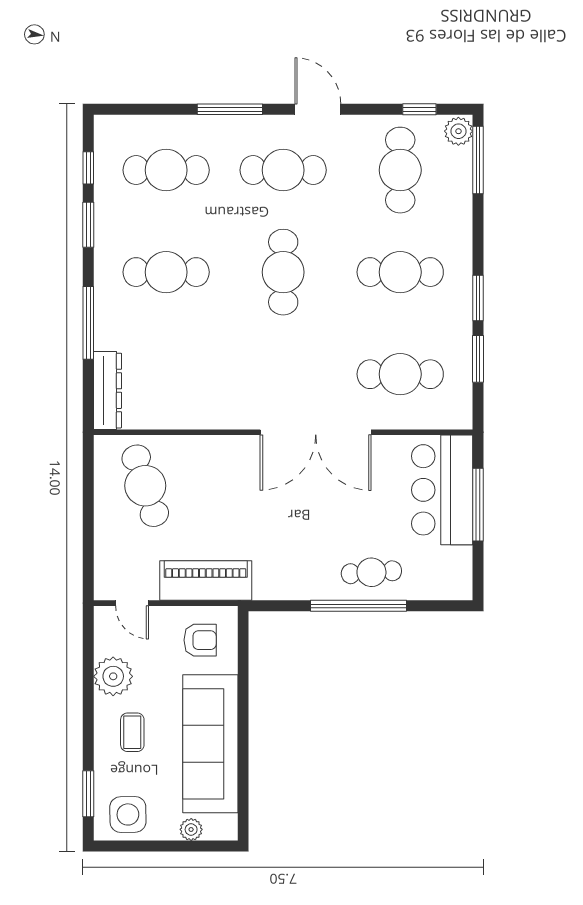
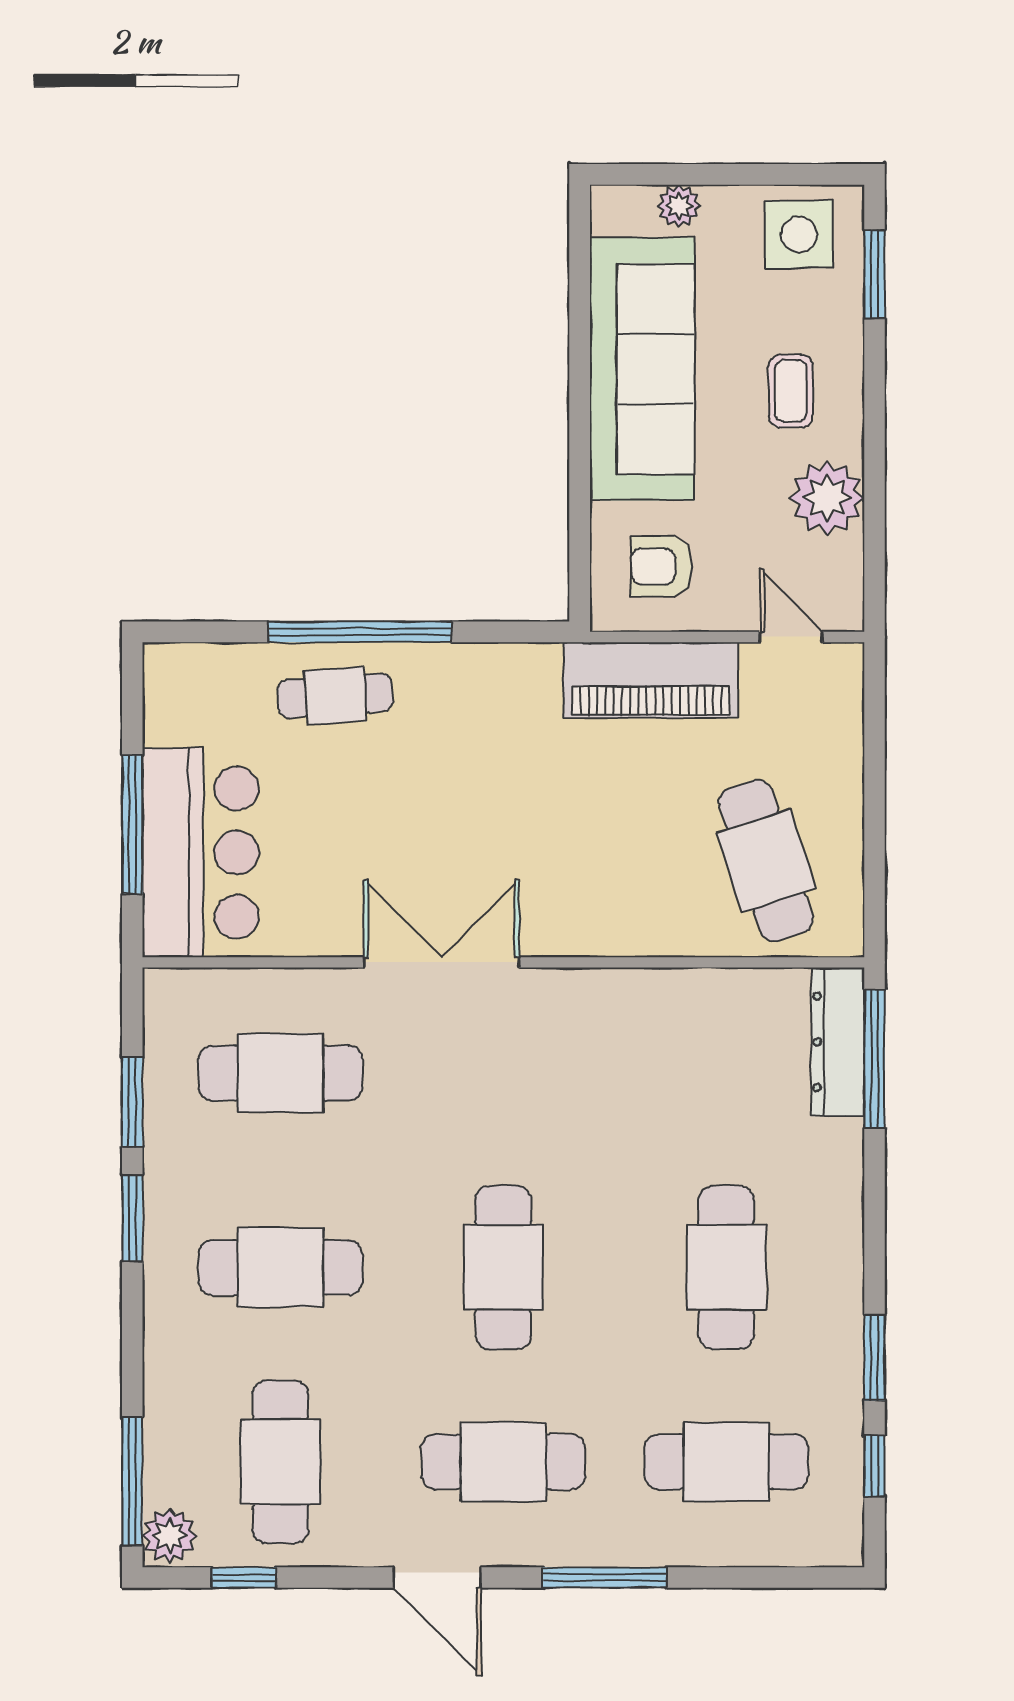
cafe table: (166, 272) -> (726, 1267), turned 90
window: (88, 323) -> (875, 1059), moved
double door: (316, 432) -> (442, 962), width x0.73

